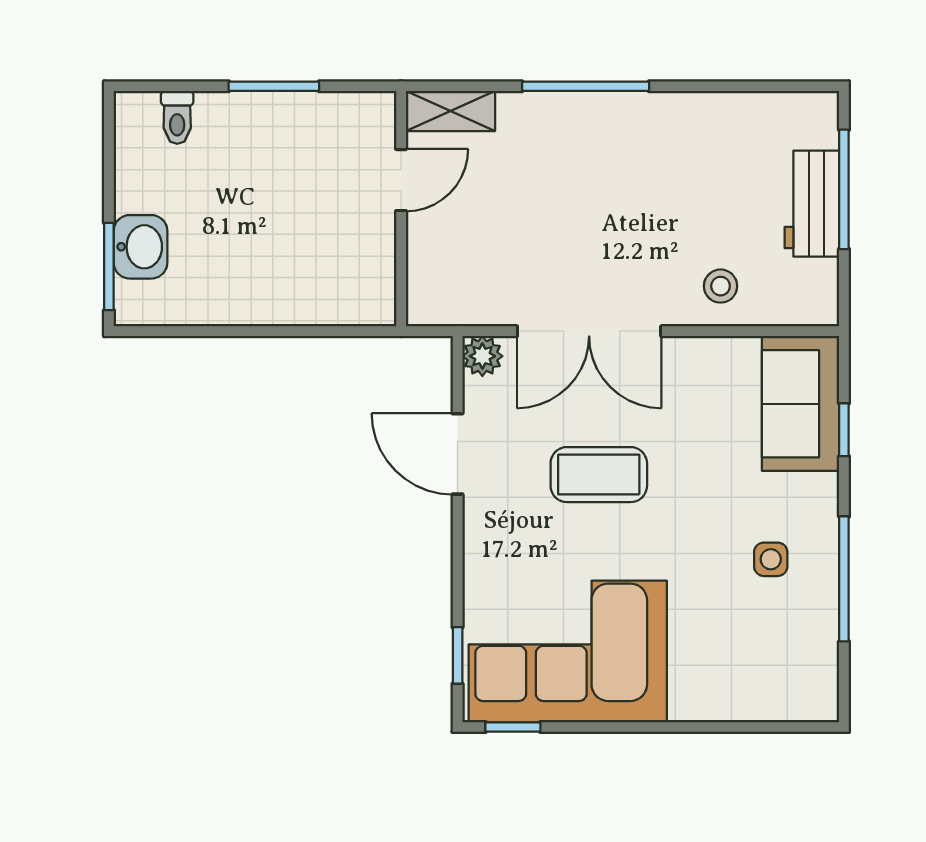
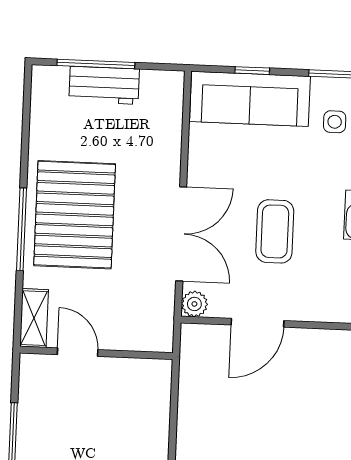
pallet: (612, 167) -> (75, 215), added
stool: (721, 286) -> (155, 147), removed
sofa: (800, 404) -> (250, 99), width x1.36

